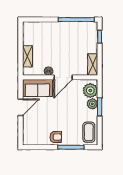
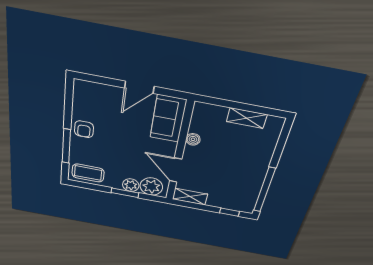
shelving: (27, 56) -> (247, 118), moved
door: (63, 77) -> (176, 170), moved
door: (21, 107) -> (139, 87), hinge flipped

